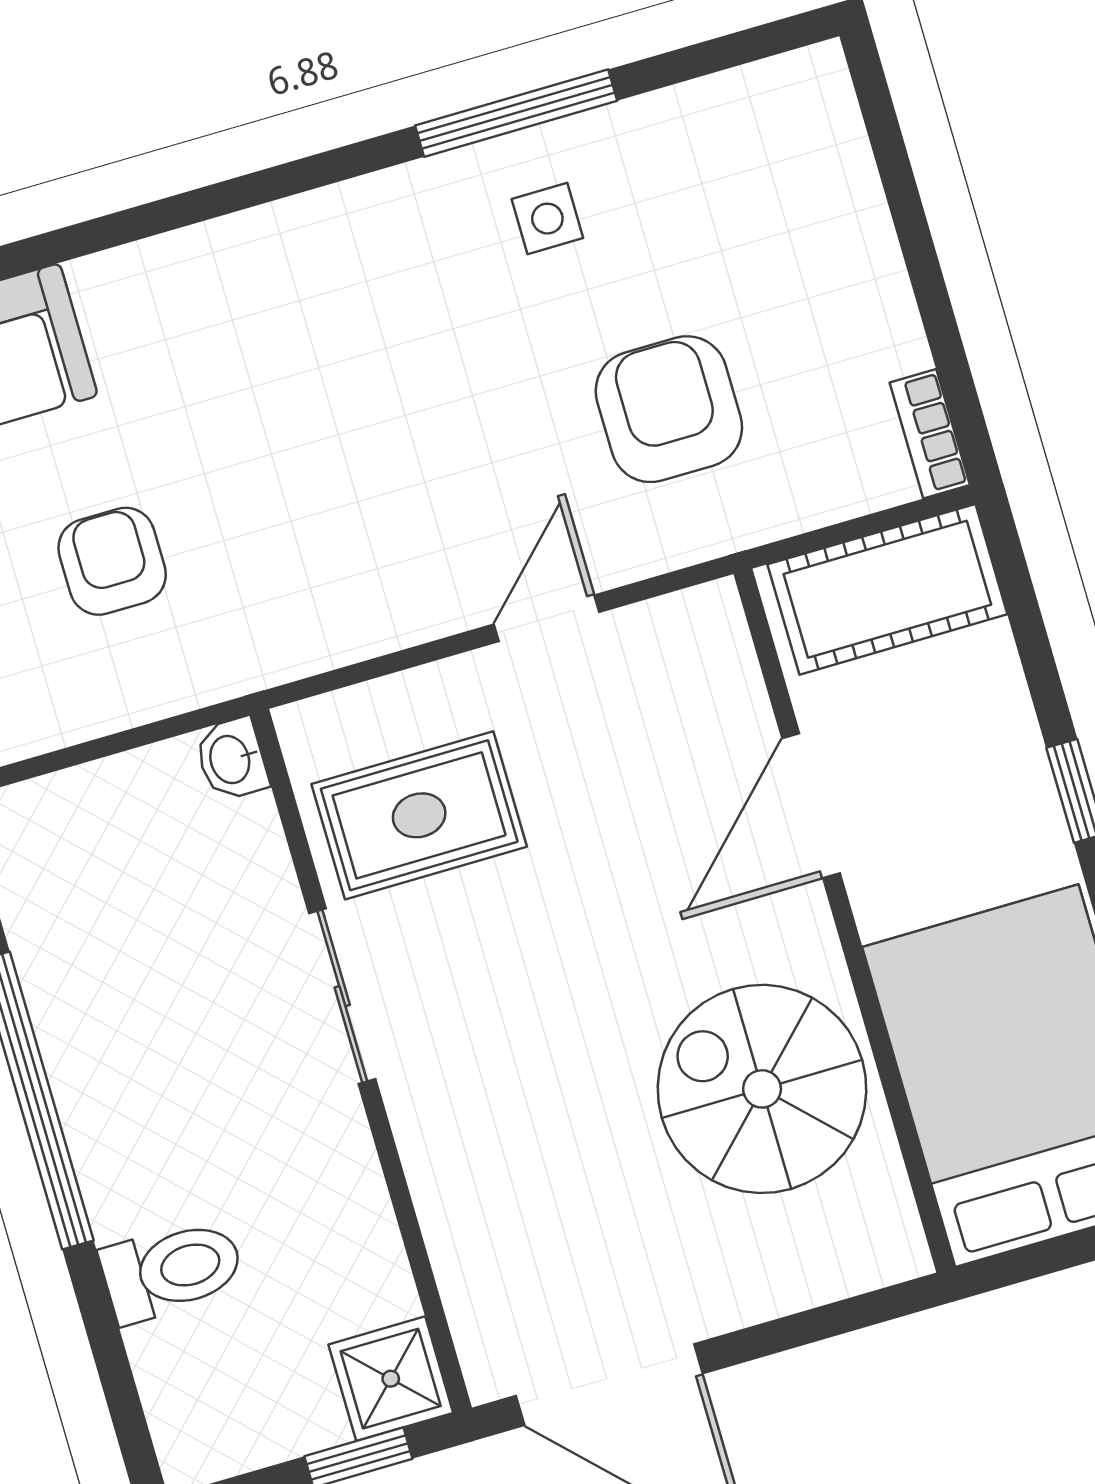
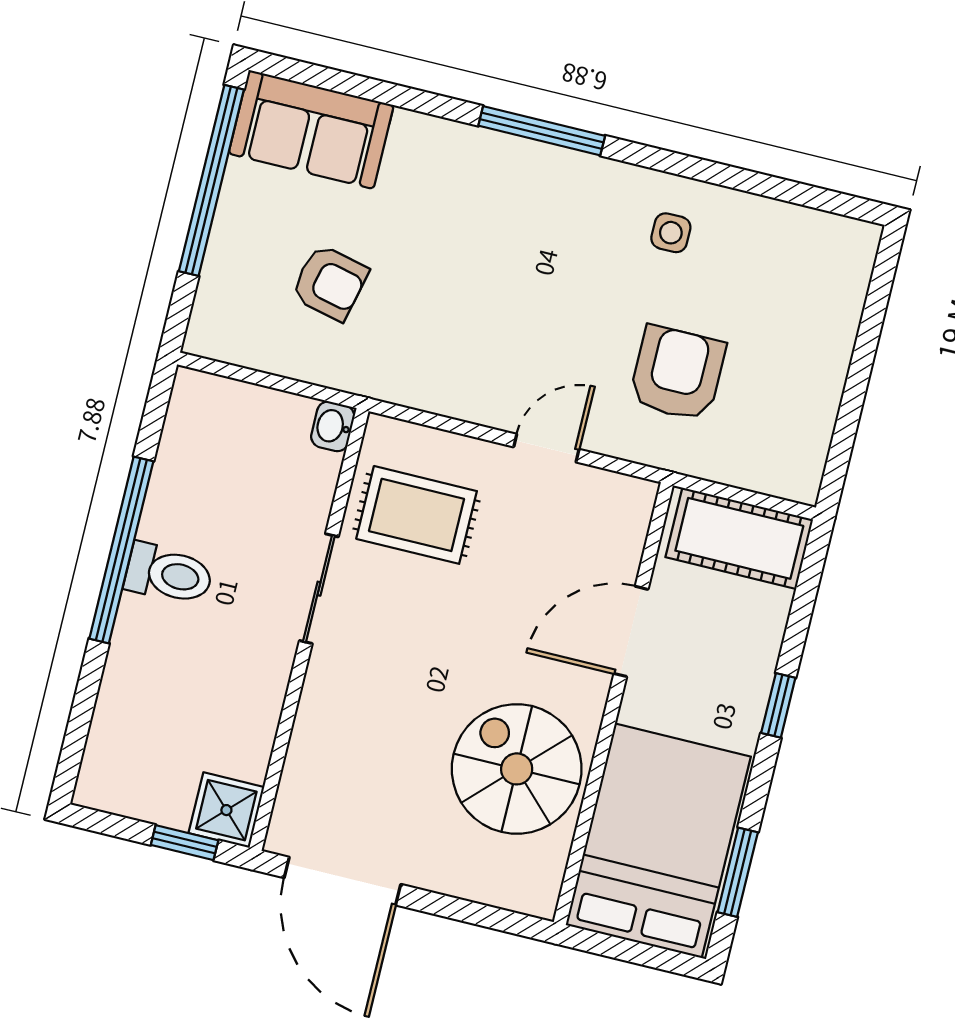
window: (516, 113) -> (542, 131), moved
bookcase: (930, 434) -> (810, 467), removed
armchair: (112, 561) -> (330, 283), turned 103
toilet: (172, 1270) -> (169, 574), moved

